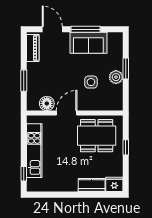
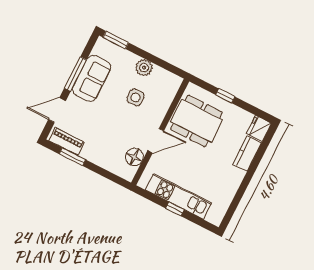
window: (126, 69) -> (116, 40), moved
window: (24, 81) -> (72, 157), moved
door: (67, 113) -> (156, 141), swing flipped
dining table: (97, 136) -> (197, 121), turned 90
window: (24, 174) -> (175, 209), moved

